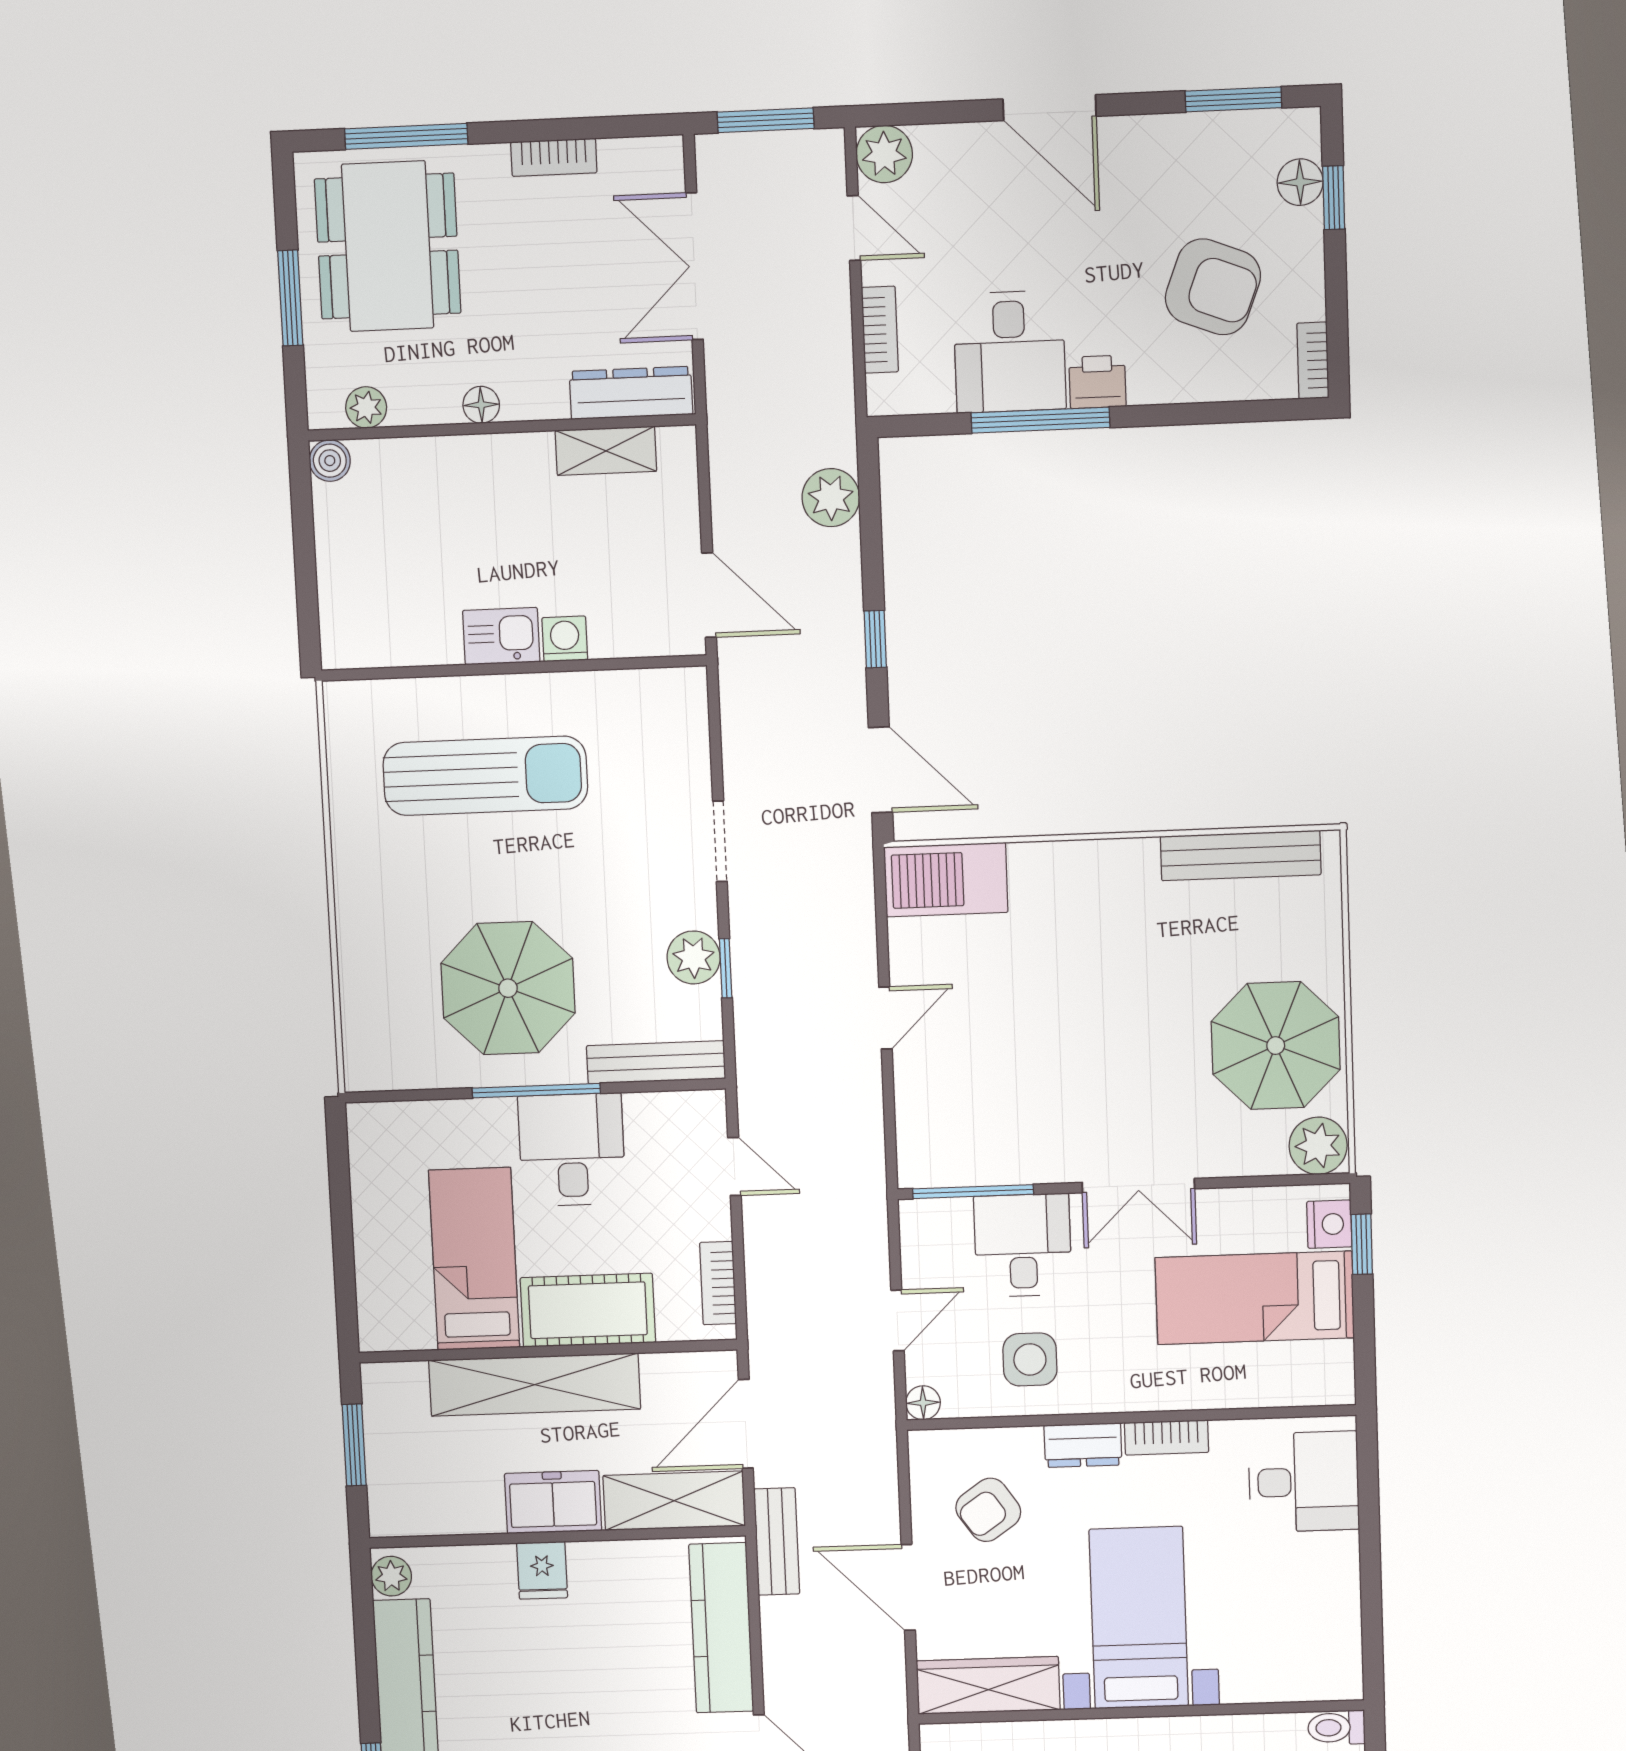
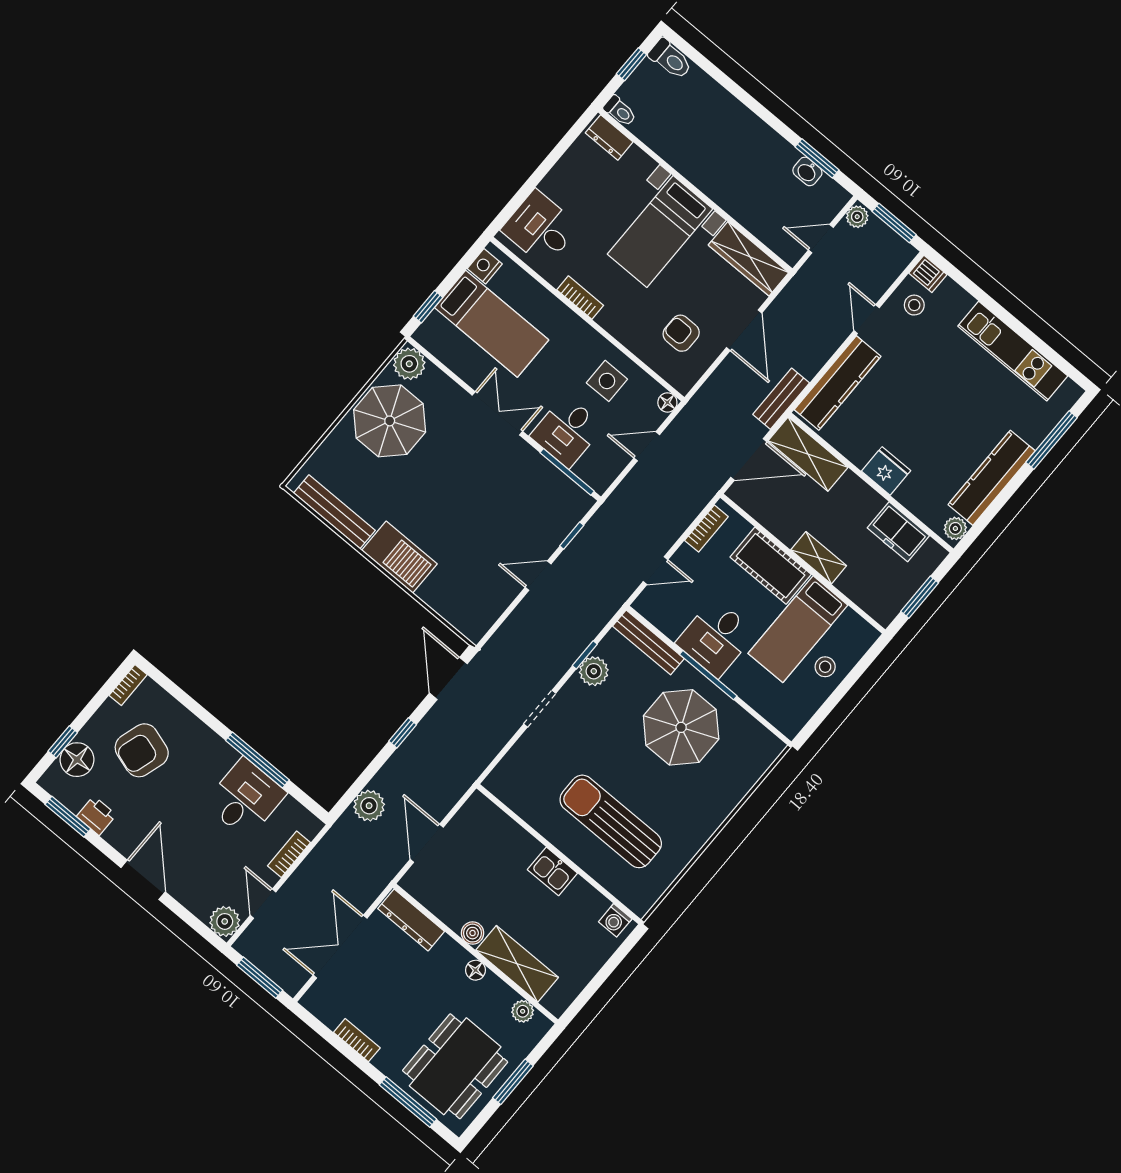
floor lamp: (1300, 182) -> (77, 760), width x1.38, depth x1.38
double door: (694, 266) -> (340, 947), swing flipped
armchair: (1213, 287) -> (142, 750), turned -94
printer: (1097, 382) -> (96, 816), moved, turned 180
shelving: (606, 451) -> (517, 964), moved, width x1.50, depth x1.33
boiler: (330, 461) -> (473, 933), moved
door: (709, 595) -> (427, 843), moved
washing machine: (565, 639) -> (615, 920), moved
barbecue: (946, 880) -> (399, 557), moved
window: (889, 1112) -> (572, 536), added
door: (734, 1167) -> (656, 571), swing flipped
nightstand: (1329, 1224) -> (485, 266), moved
stool: (392, 1242) -> (825, 667), added
shelving: (535, 1385) -> (819, 558), width x0.45, depth x0.75
dresser: (1083, 1445) -> (609, 137), moved, turned 180
freezer: (553, 1502) -> (898, 532), moved
armchair: (988, 1510) -> (681, 333), turned -145
fridge: (542, 1570) -> (886, 471), width x1.38

